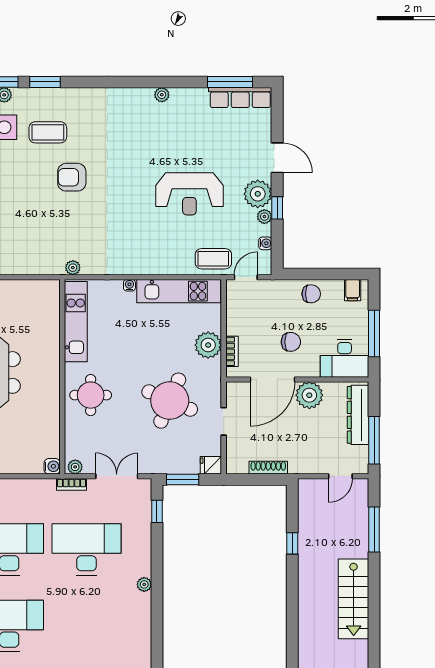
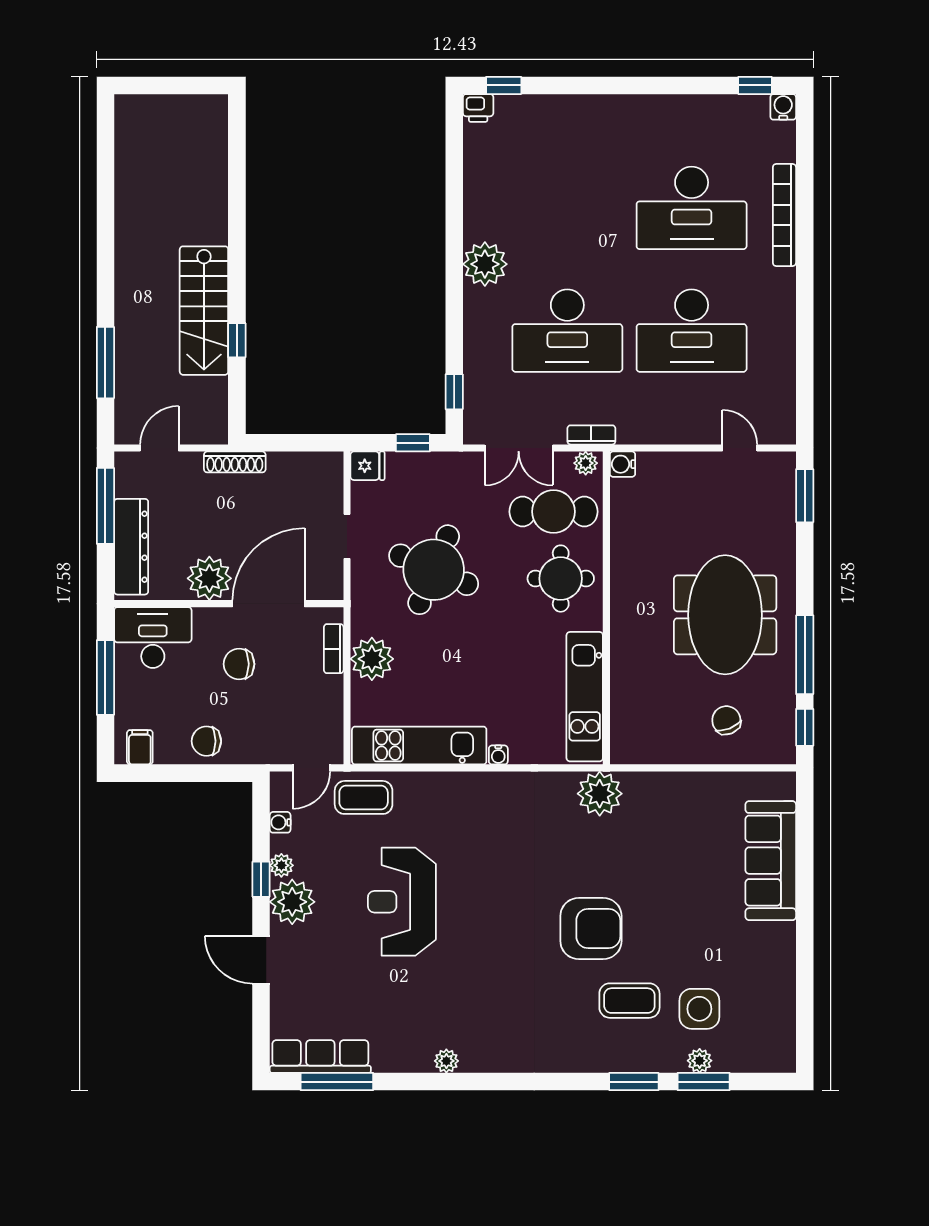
armchair: (72, 177) -> (591, 928), width x1.36, depth x1.36
reception desk: (189, 194) -> (402, 902), turned -90
plant: (73, 268) -> (600, 794), width x1.87, depth x1.87
cafe table: (95, 437) -> (553, 512), added
shoe rack: (268, 468) -> (235, 462), moved
window: (183, 480) -> (413, 443), width x0.67
plant: (144, 584) -> (485, 264), width x1.87, depth x1.87
stairs: (354, 599) -> (204, 311), moved, turned 180

